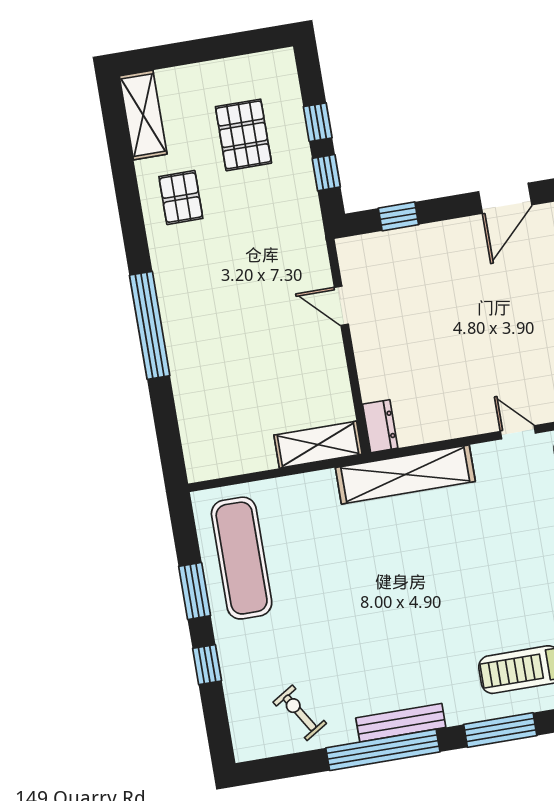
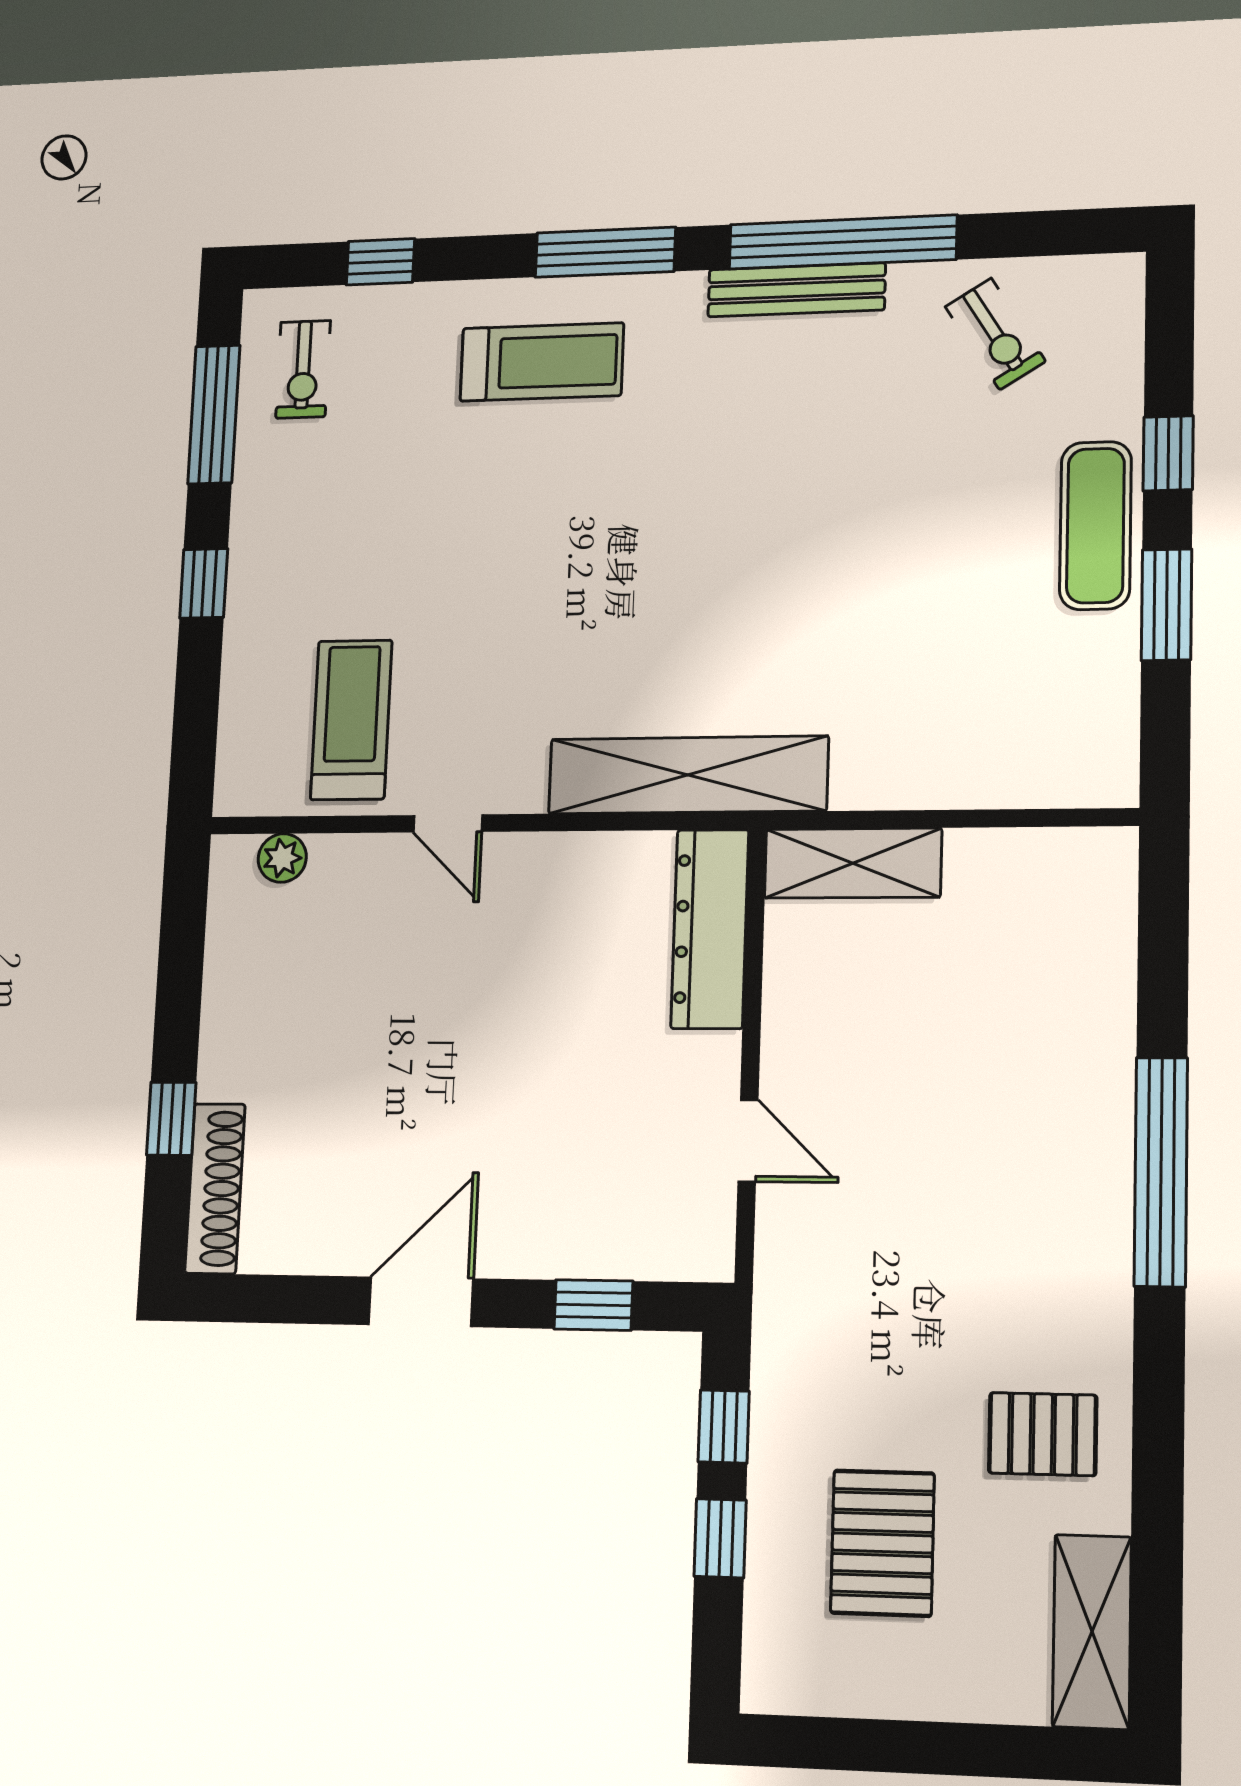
pallet: (181, 198) -> (1043, 1434), turned 90
door: (505, 198) -> (421, 1302), moved
dresser: (380, 426) -> (710, 929), width x1.96, depth x1.24
exercise mat: (242, 558) -> (1095, 525), moved, width x0.73, depth x0.69

